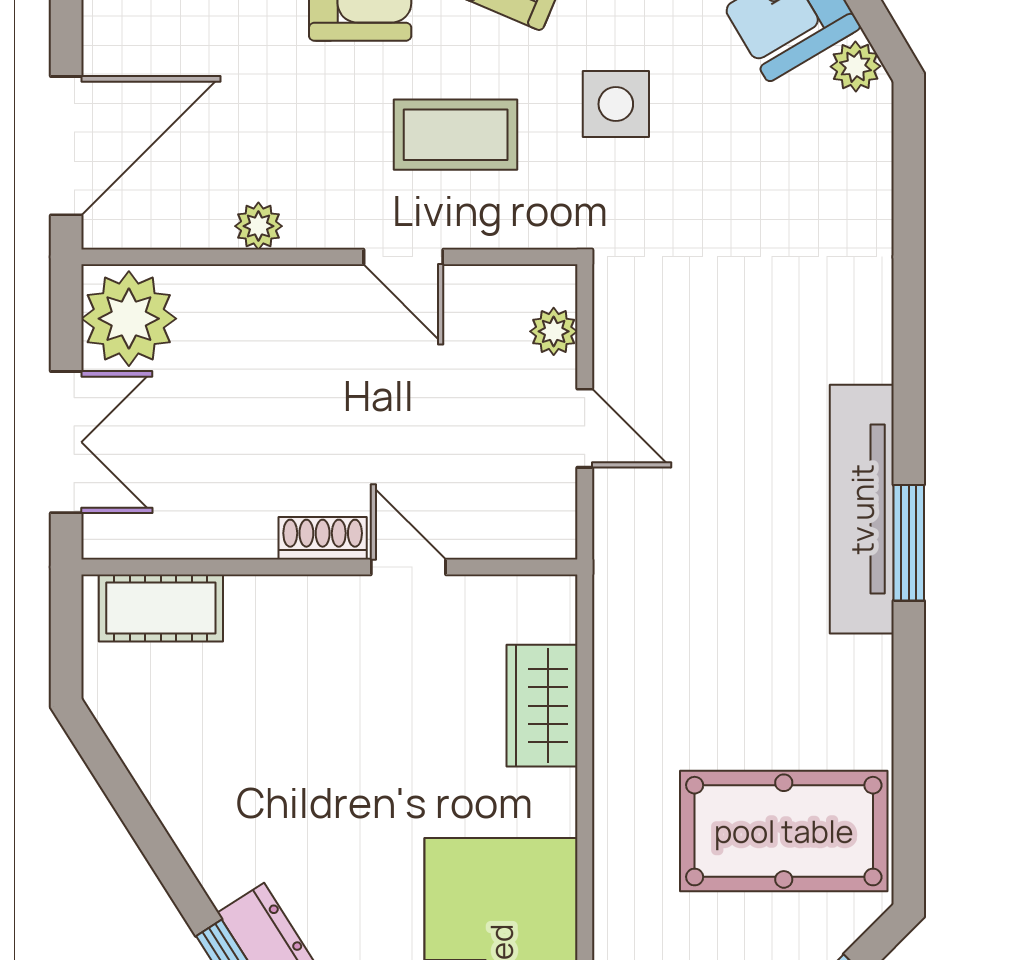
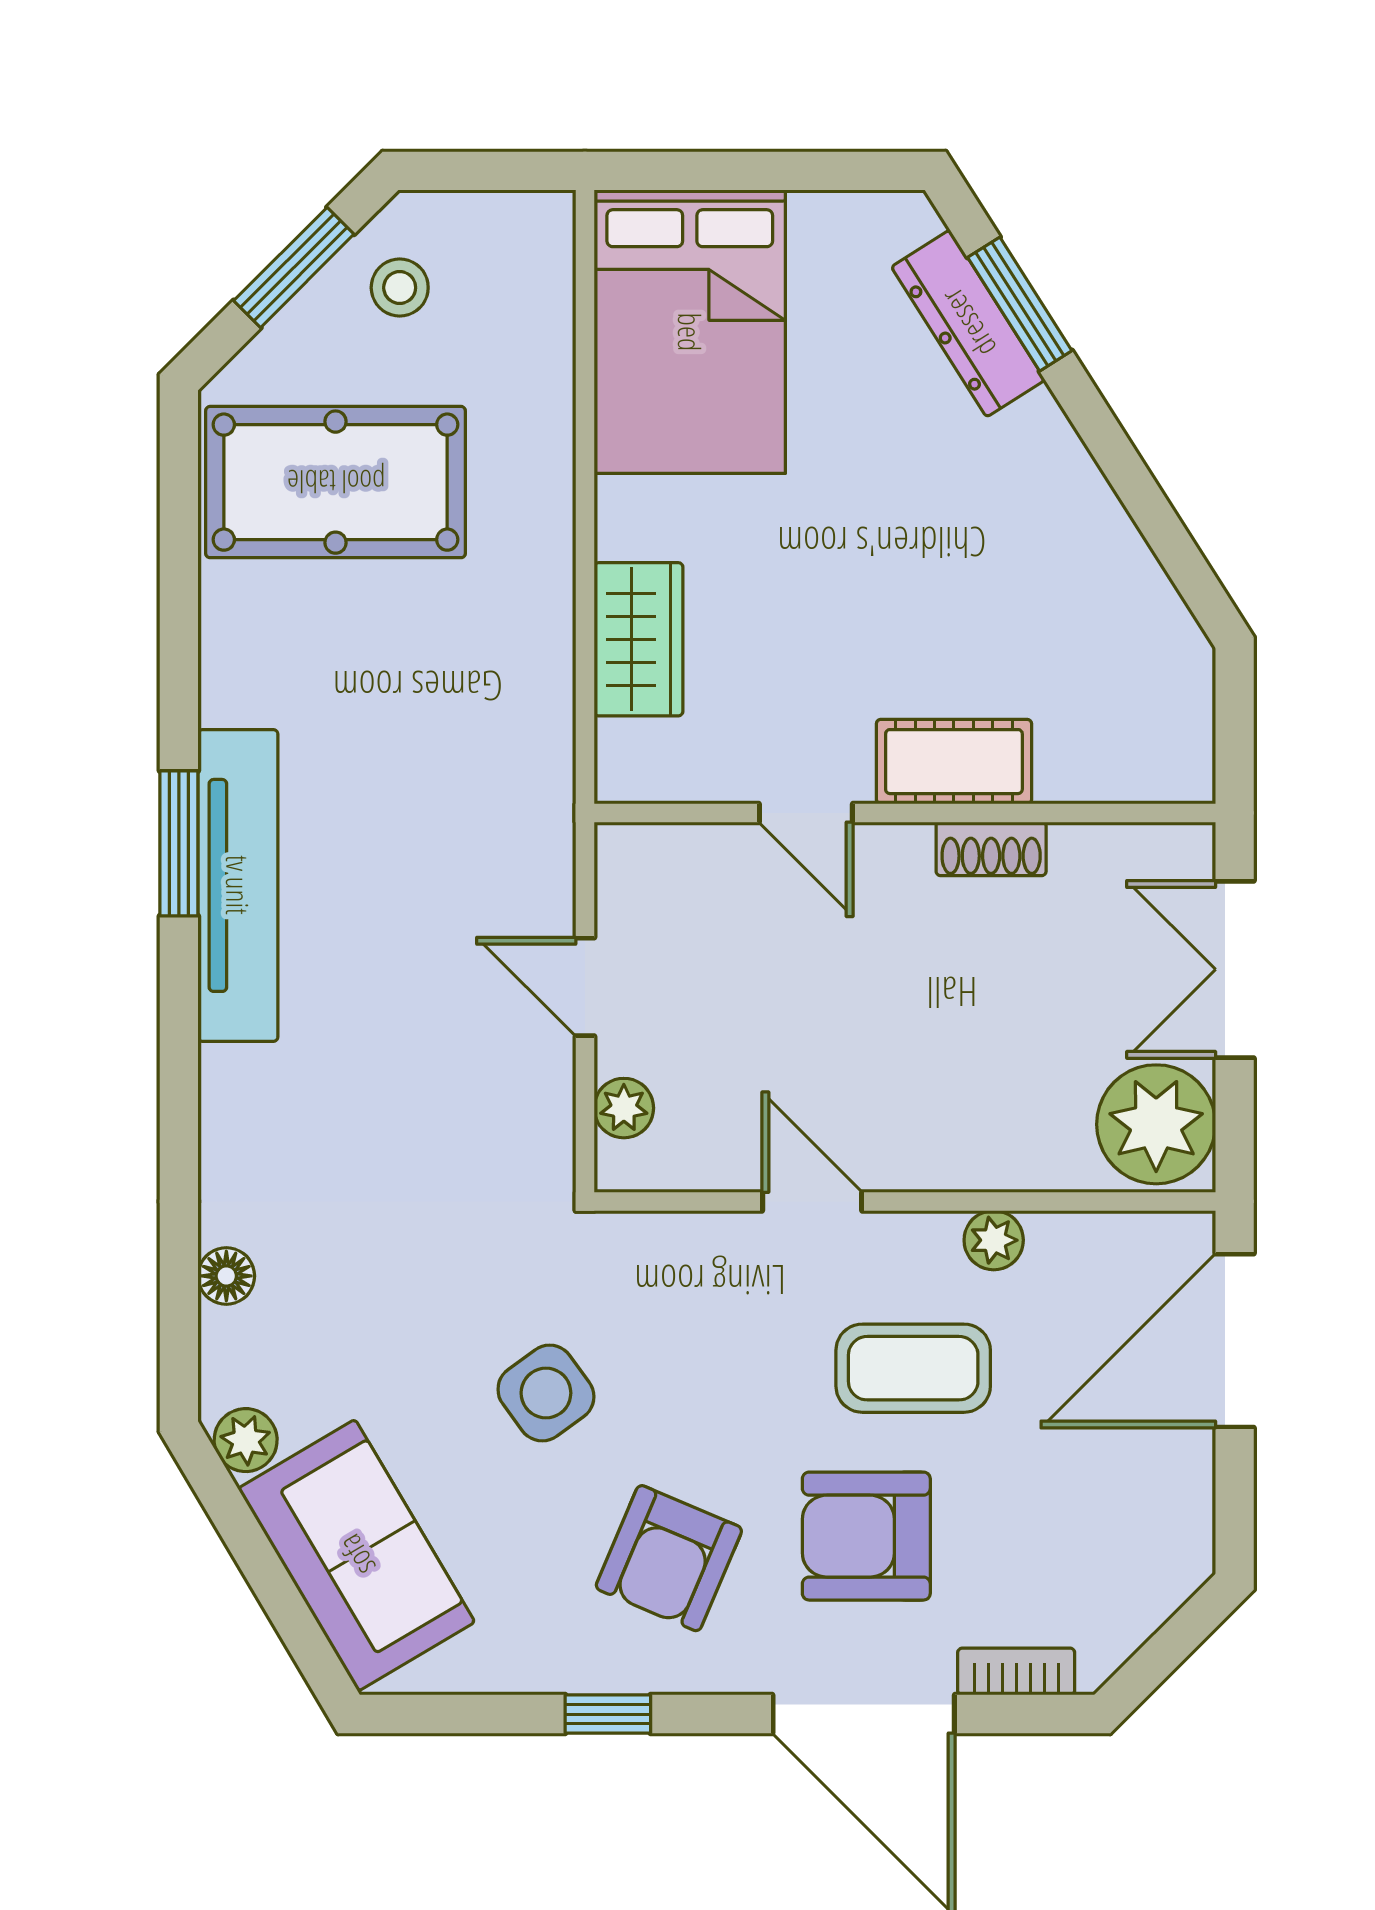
side table: (616, 104) -> (546, 1393), turned -36
coffee table: (456, 135) -> (913, 1368), moved
floor lamp: (871, 197) -> (226, 1276), added
shoe rack: (323, 538) -> (991, 849), moved
cot: (161, 608) -> (954, 762), moved

